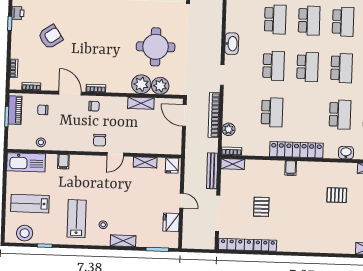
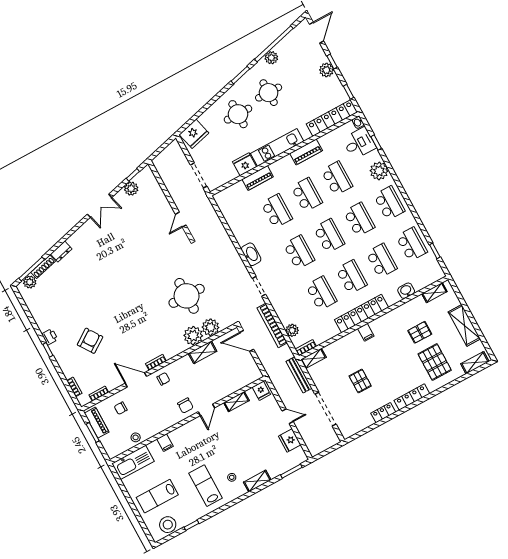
school desk: (306, 113) -> (351, 277), added
pallet: (335, 228) -> (435, 362), added
locker: (236, 244) -> (412, 397), moved

